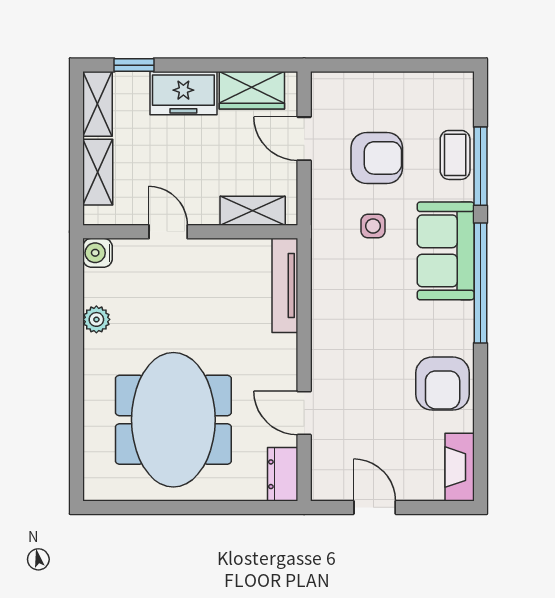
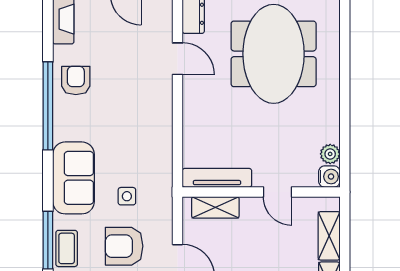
window: (480, 283) -> (48, 106), moved
tv unit: (285, 285) -> (217, 178), moved, turned -90
plant: (96, 319) -> (330, 154), moved
armchair: (443, 384) -> (76, 80), width x0.72, depth x0.72

